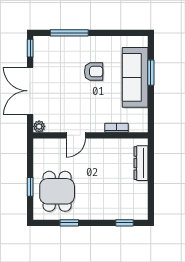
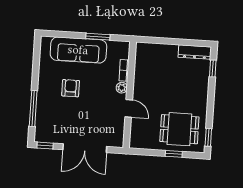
window: (151, 73) -> (98, 37), moved
plant: (39, 126) -> (122, 88), moved
dresser: (141, 163) -> (195, 52), moved
window: (69, 223) -> (208, 137), moved

